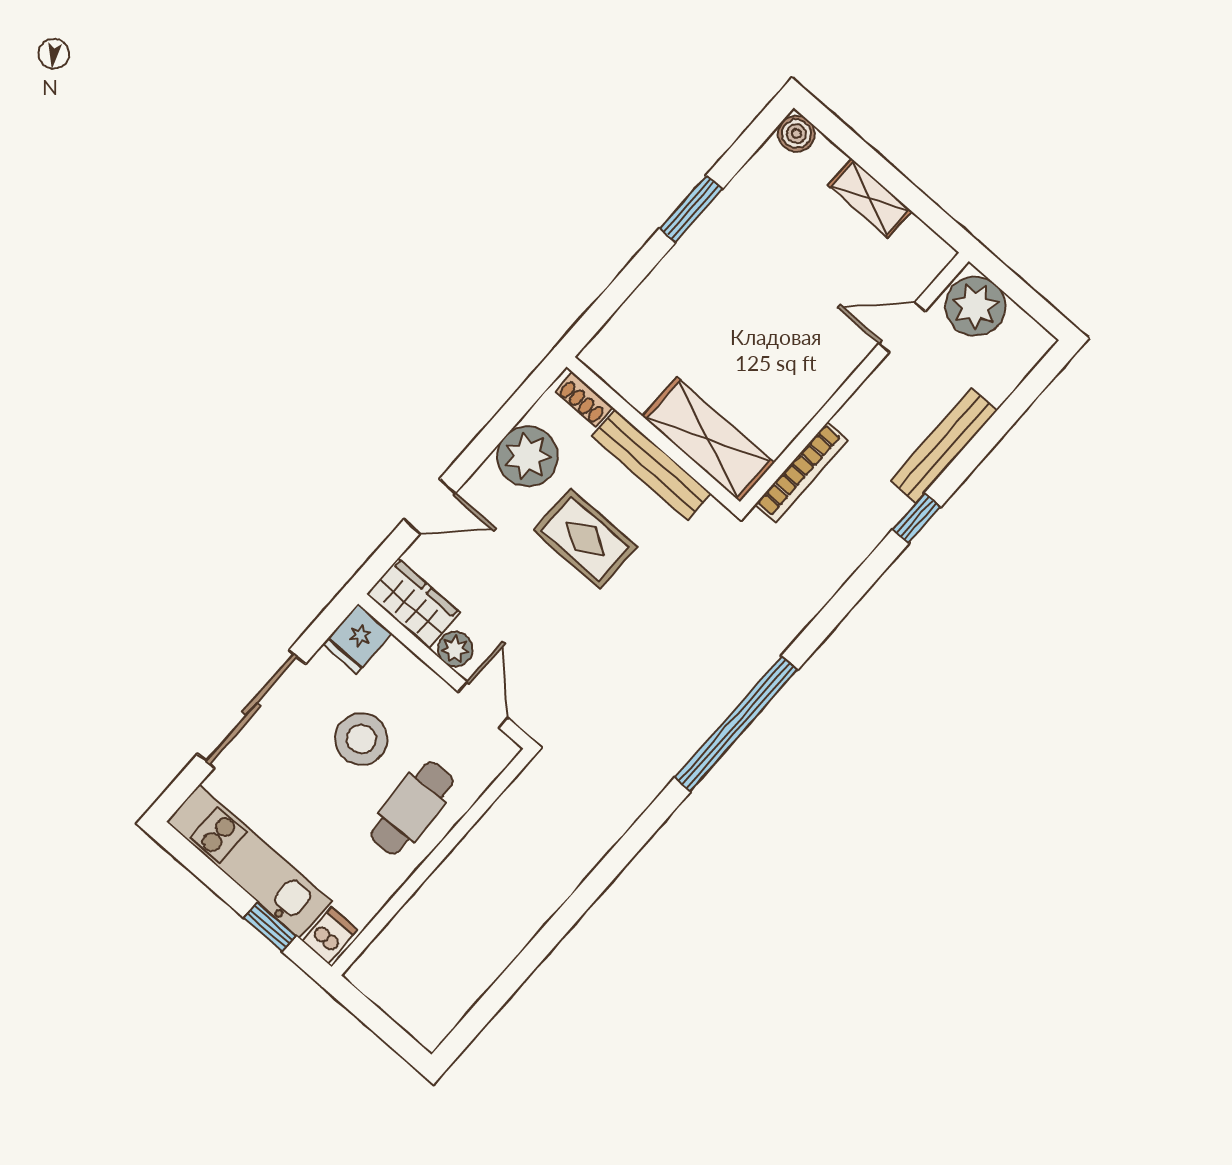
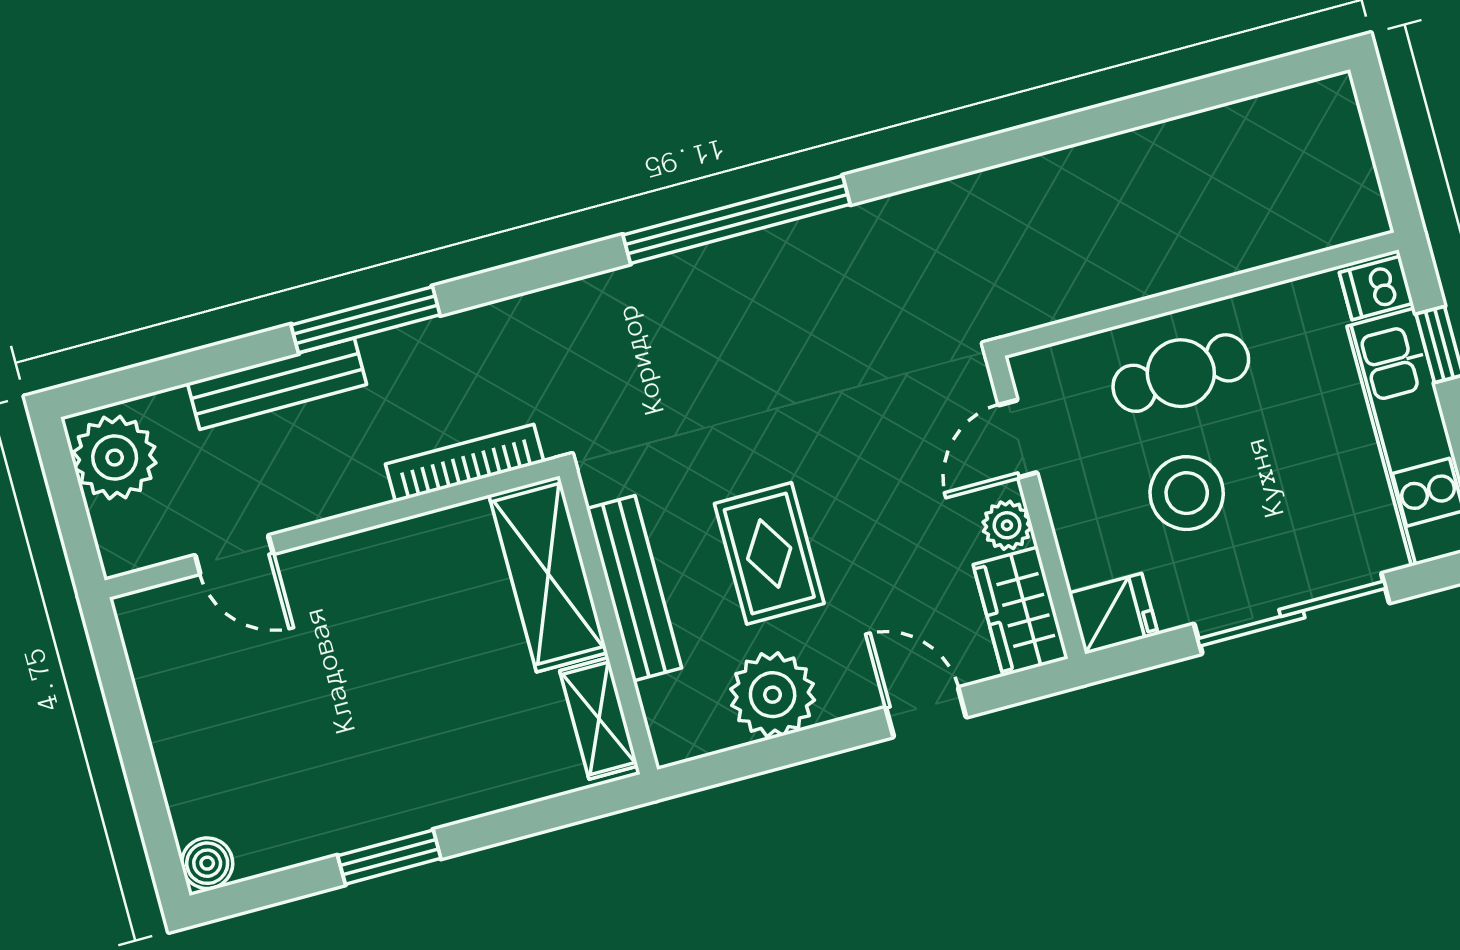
shelving: (870, 198) -> (599, 718), moved
plant: (975, 306) -> (115, 458), moved
shoe rack: (584, 399) -> (662, 718), removed
window: (917, 518) -> (365, 320), width x2.17

